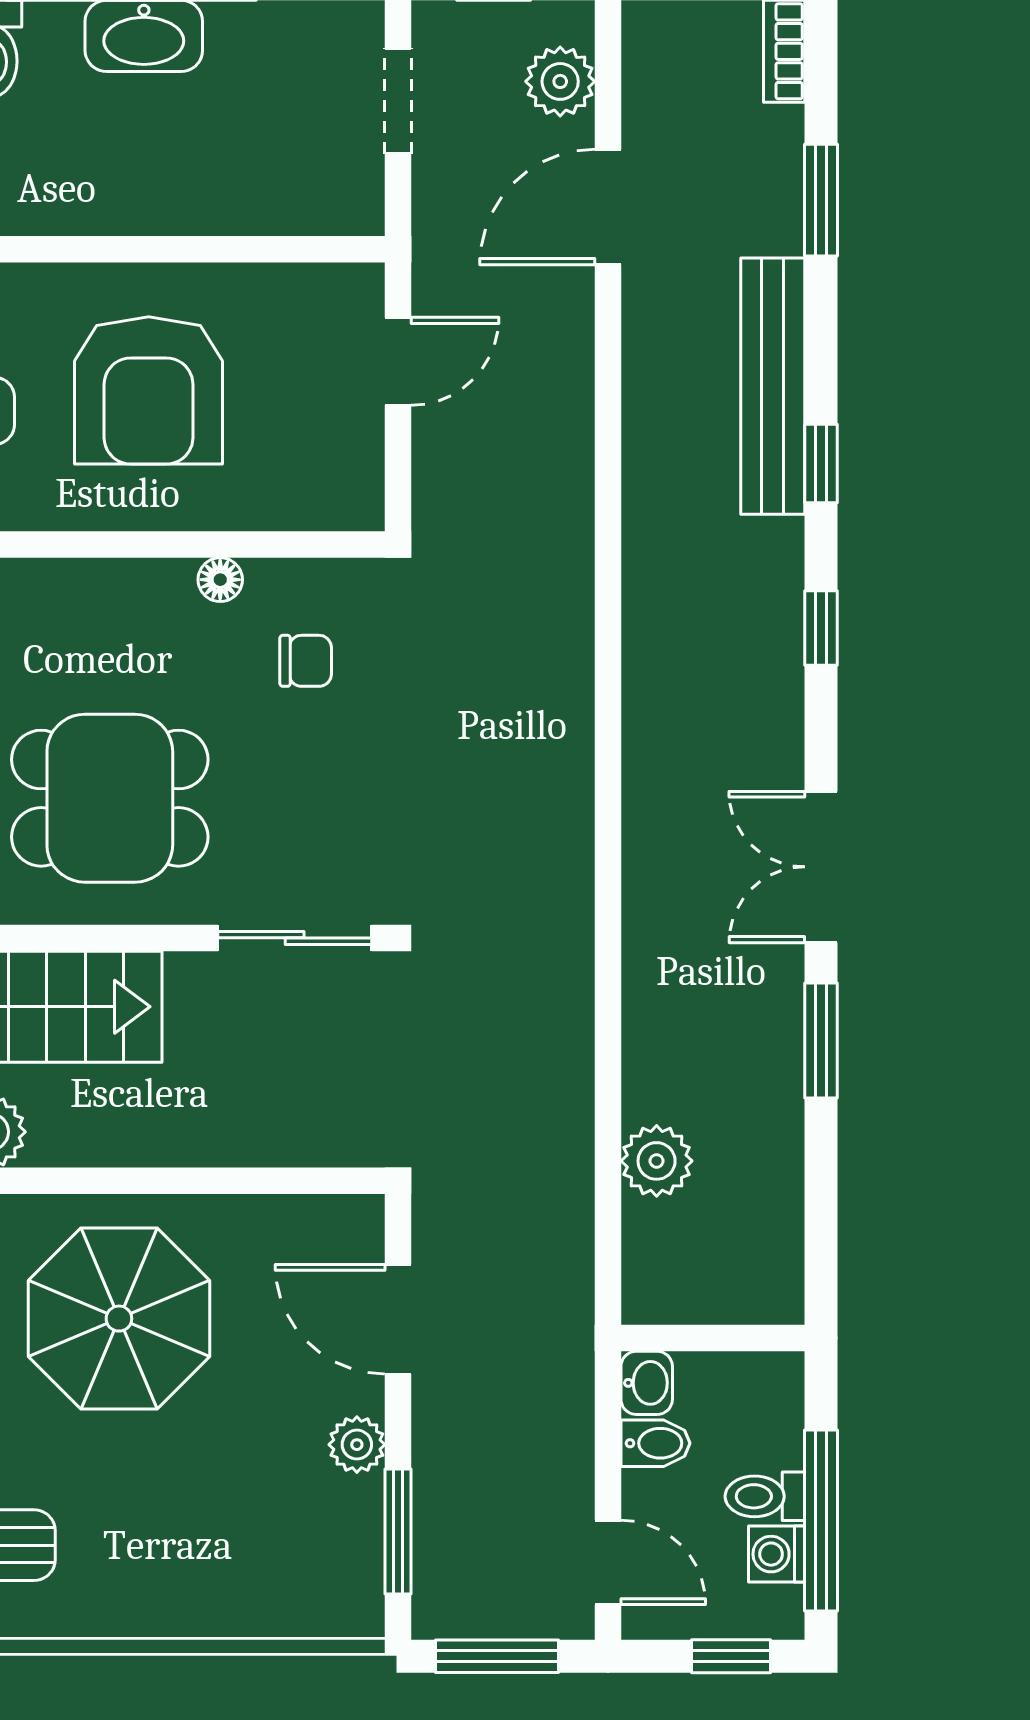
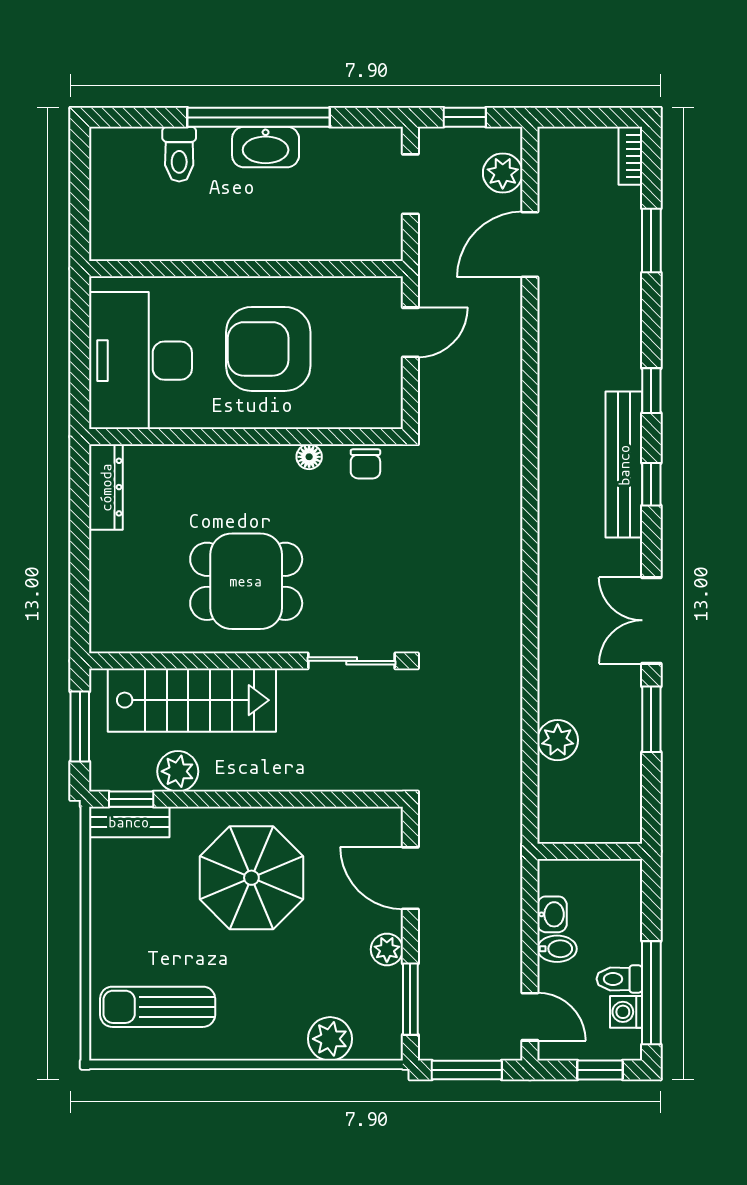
bench: (773, 386) -> (624, 465), moved
armchair: (149, 390) -> (268, 349), turned 90
chair: (306, 661) -> (365, 464), moved, turned 90
plant: (657, 1161) -> (558, 740), moved
wall: (713, 1338) -> (590, 851), moved
plant: (257, 1601) -> (330, 1039), added

